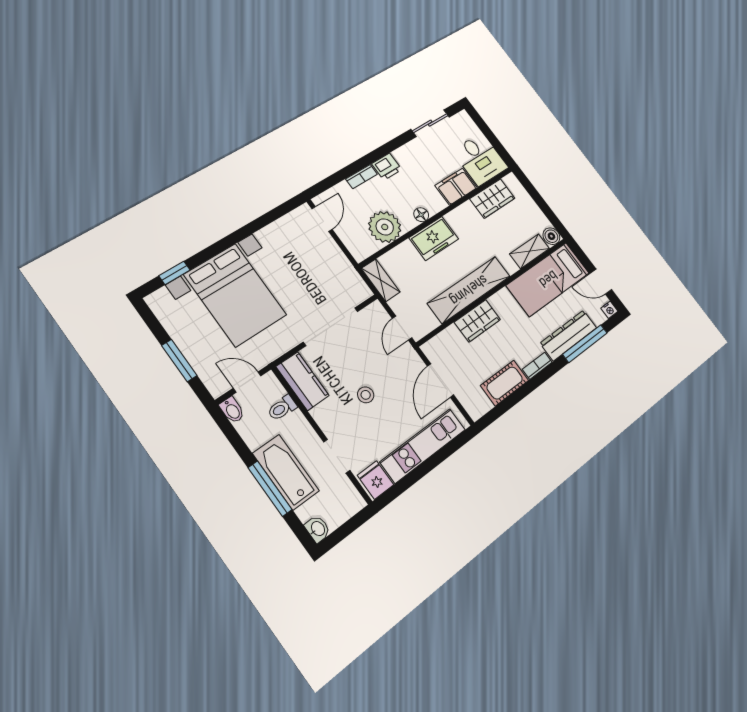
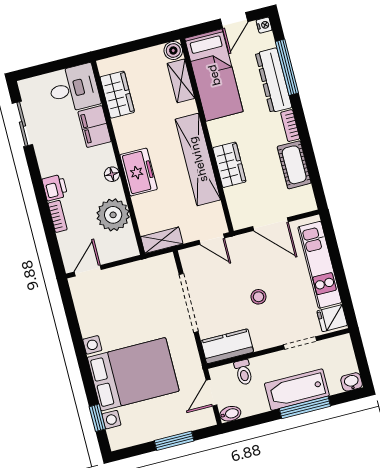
door: (322, 219) -> (88, 271), hinge flipped

